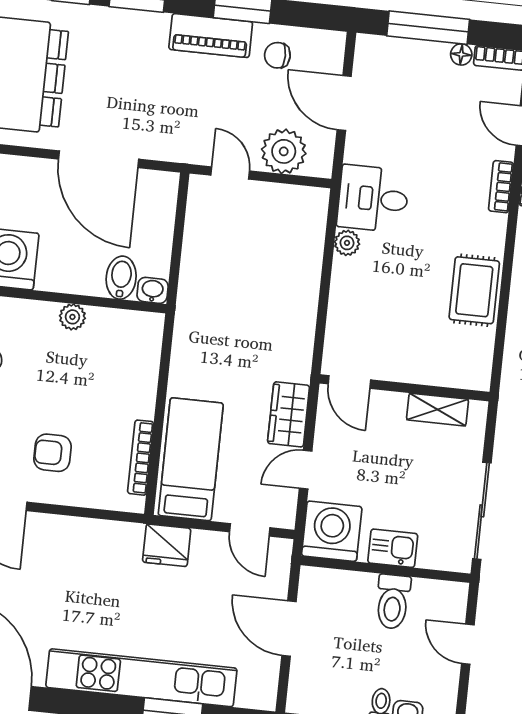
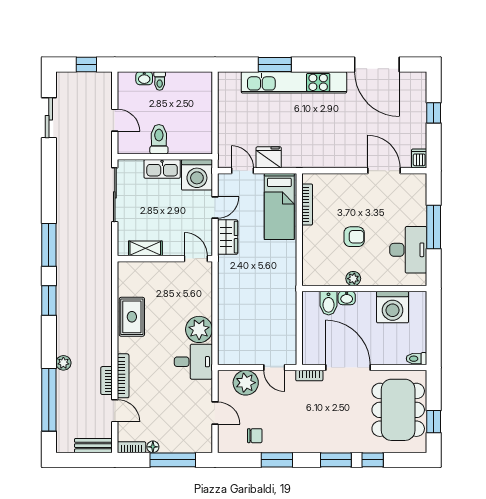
piano: (211, 36) -> (293, 443), removed
door: (344, 103) -> (215, 413), width x0.73
bookcase: (169, 152) -> (309, 376), added
bookcase: (501, 187) -> (123, 376), width x1.56
plant: (347, 243) -> (199, 329), width x1.87, depth x1.87
washbasin: (153, 290) -> (347, 298), moved
armchair: (52, 453) -> (354, 237), moved
fridge: (167, 545) -> (269, 157), moved
kitchen sink: (393, 548) -> (162, 169), width x1.38
door: (289, 628) -> (215, 118), removed

